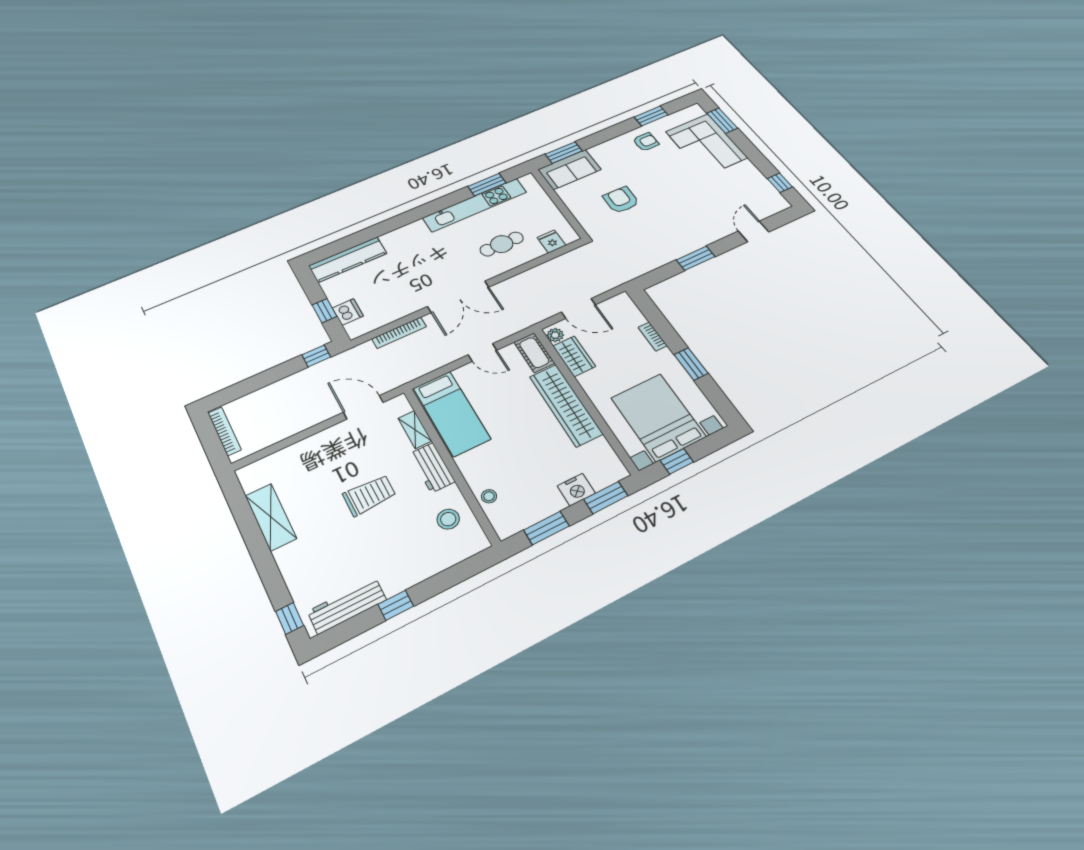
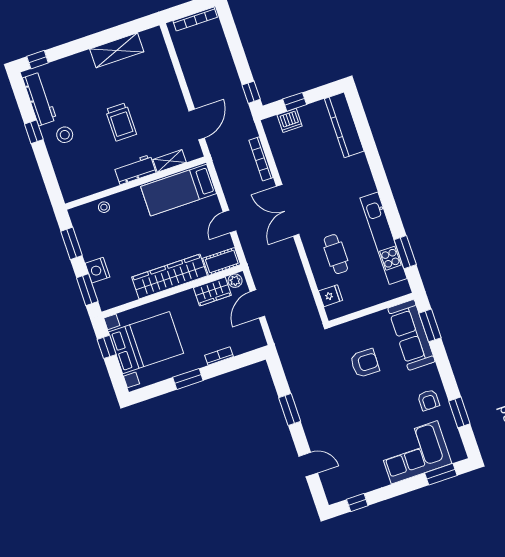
sofa: (569, 169) -> (411, 335), width x1.36
stool: (448, 519) -> (65, 135), moved

